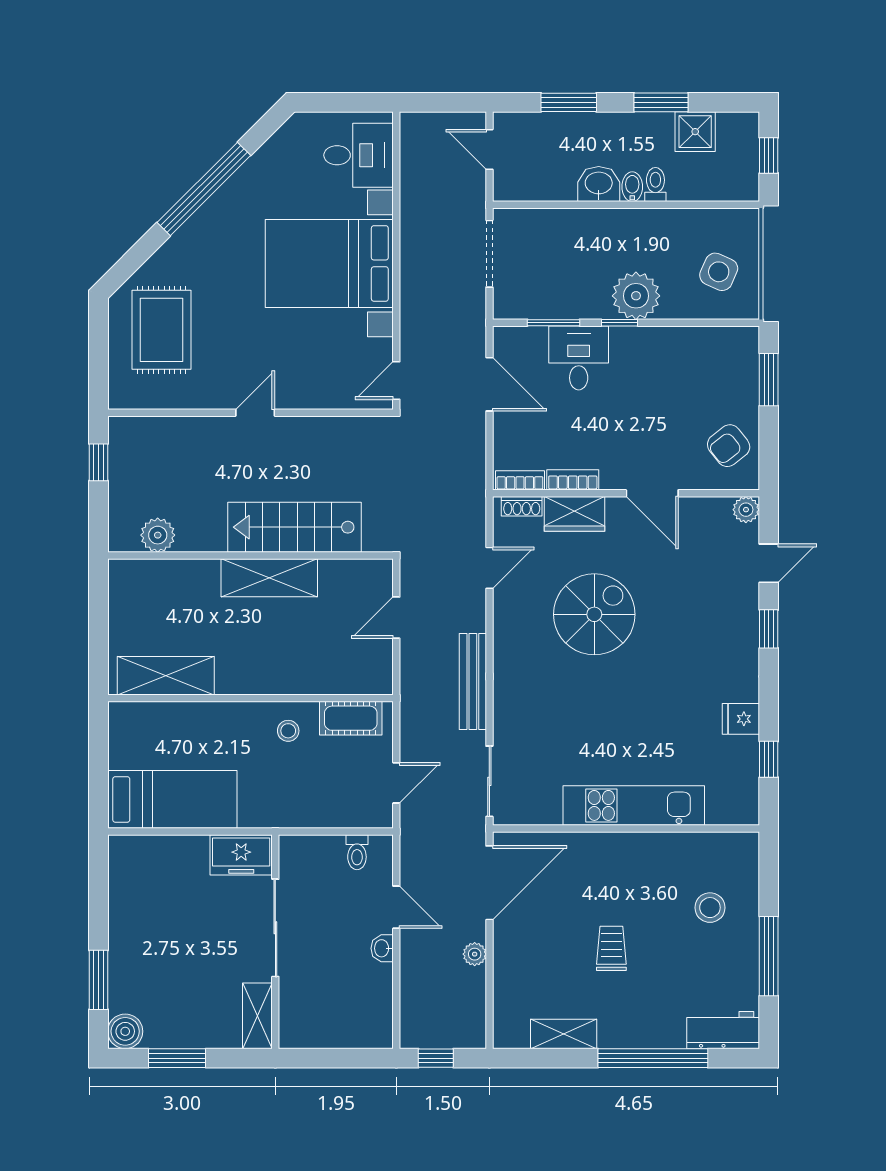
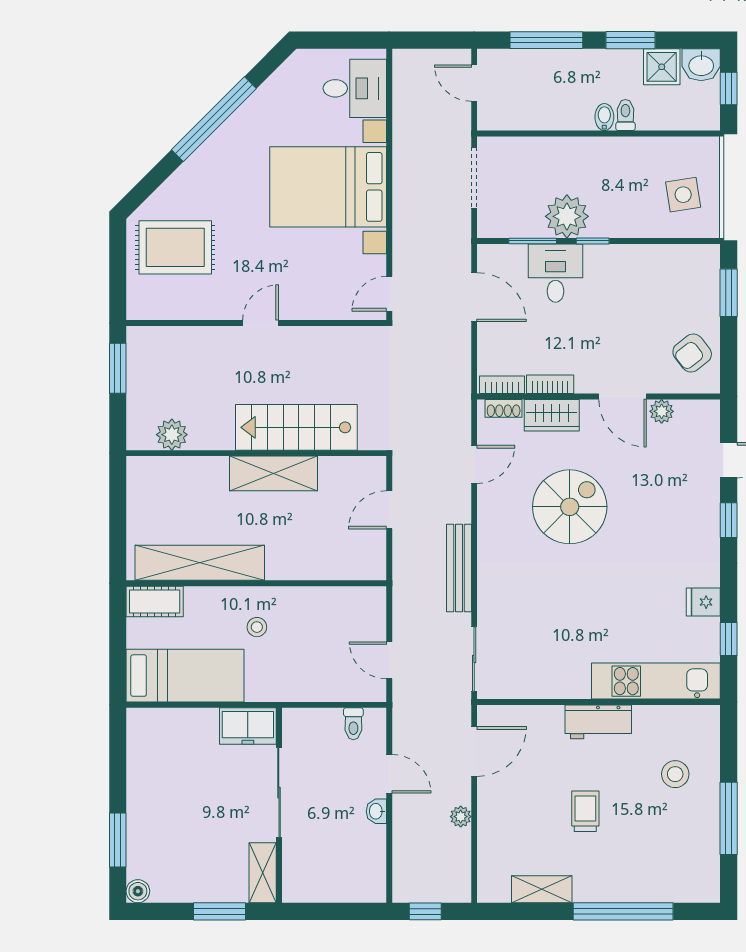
window: (569, 102) -> (546, 40), width x1.44
washbasin: (599, 184) -> (701, 65), moved, turned 180
side table: (719, 272) -> (683, 195), turned -33
plant: (636, 296) -> (567, 216), moved
rug: (162, 330) -> (175, 247), turned 90
window: (98, 462) -> (118, 368), width x1.50
plant: (746, 510) -> (662, 411), moved
shelving: (166, 676) -> (200, 563), width x1.47
cot: (351, 718) -> (155, 602), moved
stool: (288, 731) -> (257, 627), moved
door: (396, 783) -> (389, 660), swing flipped
kitchen unit: (634, 805) -> (656, 681), moved
door: (489, 883) -> (474, 752), width x0.73
workbench: (723, 1030) -> (598, 722), moved, turned 180
boiler: (125, 1031) -> (138, 891), width x0.73, depth x0.73
window: (177, 1058) -> (219, 911), moved

